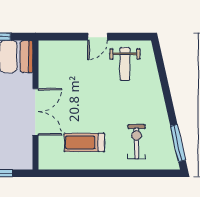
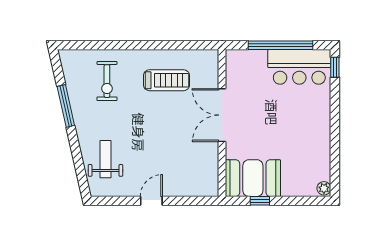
weight bench: (125, 64) -> (105, 159), moved
window: (178, 143) -> (66, 106), moved

